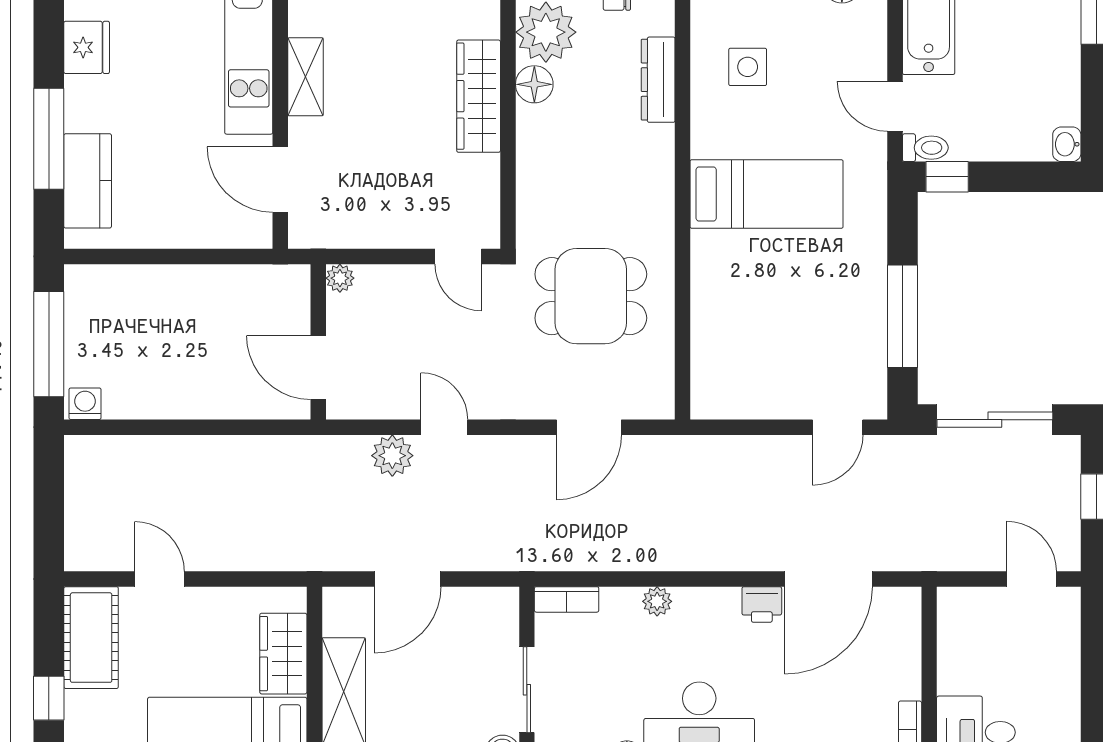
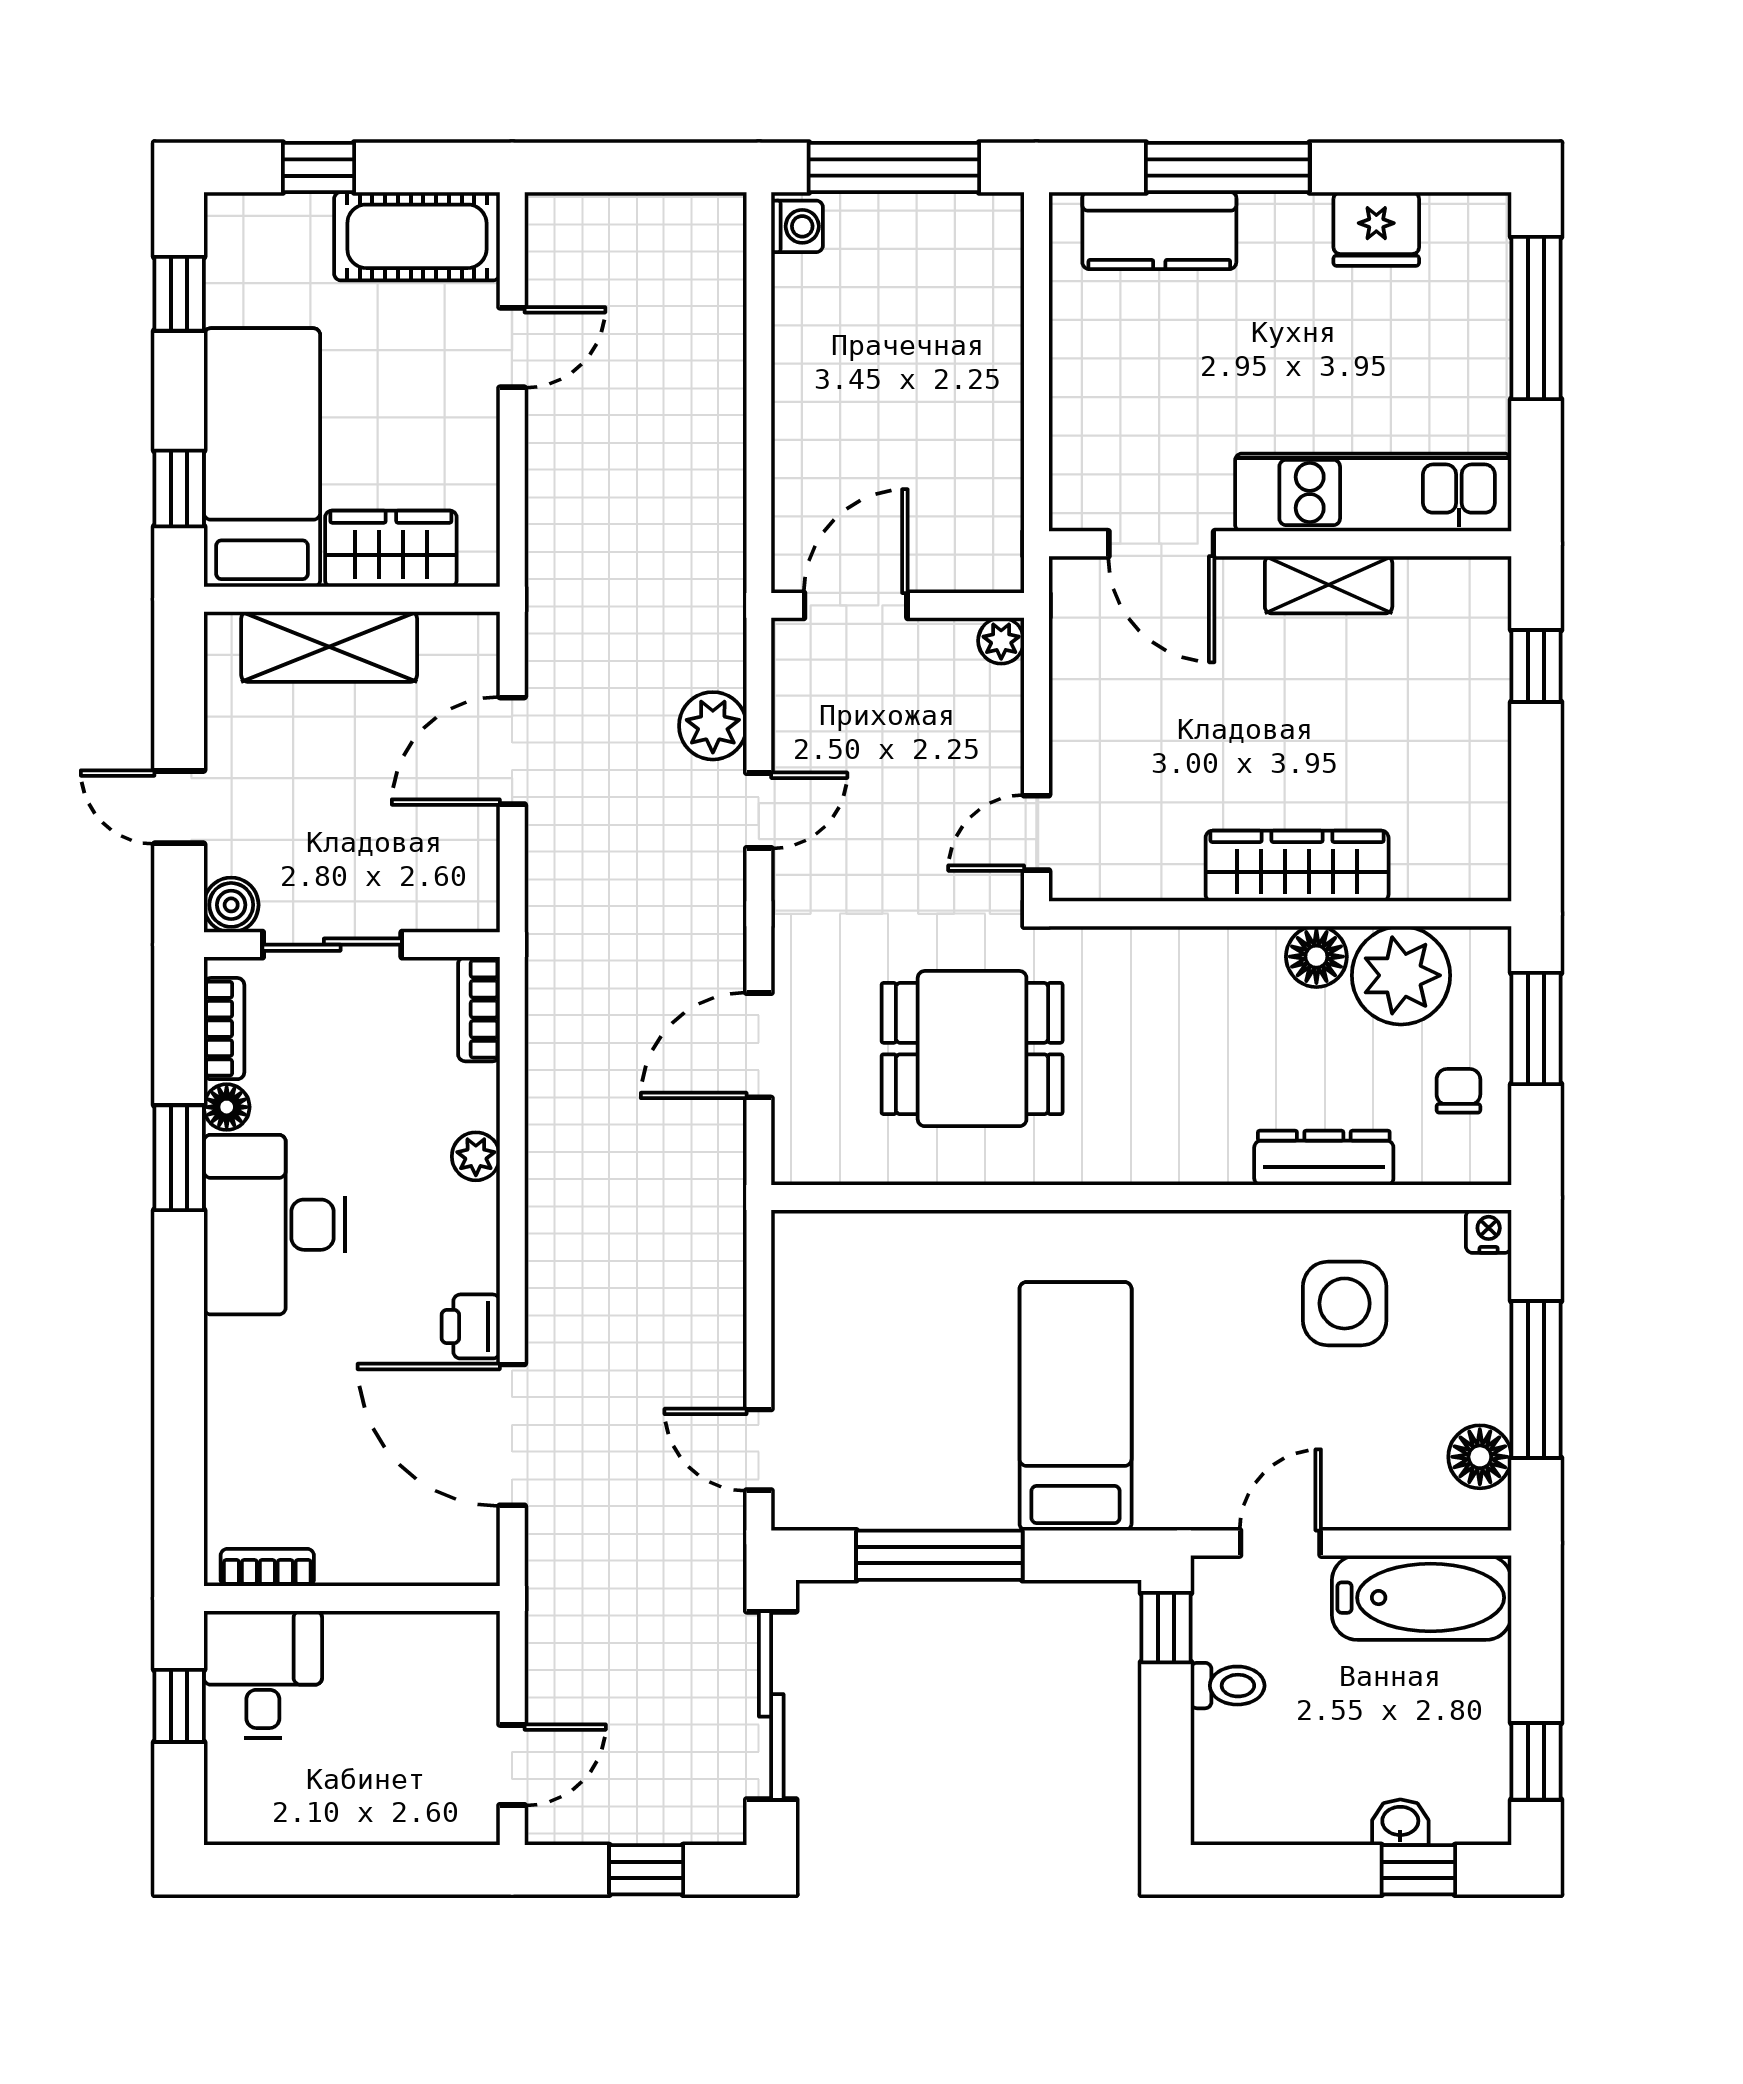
side table: (748, 67) -> (1345, 1303), width x1.37, depth x1.37
washbasin: (1067, 144) -> (1400, 1822), moved
toilet: (925, 148) -> (1228, 1686), moved, turned -90
door: (280, 180) -> (1161, 544), swing flipped
bed: (767, 194) -> (1076, 1406), moved, turned 180
dining table: (591, 296) -> (972, 1049), turned 90
door: (589, 427) -> (759, 1045), hinge flipped
door: (408, 579) -> (512, 751), hinge flipped

